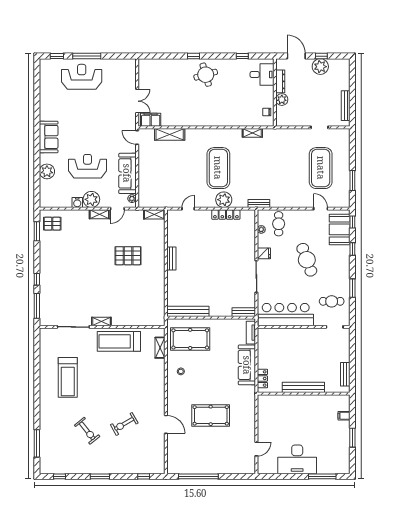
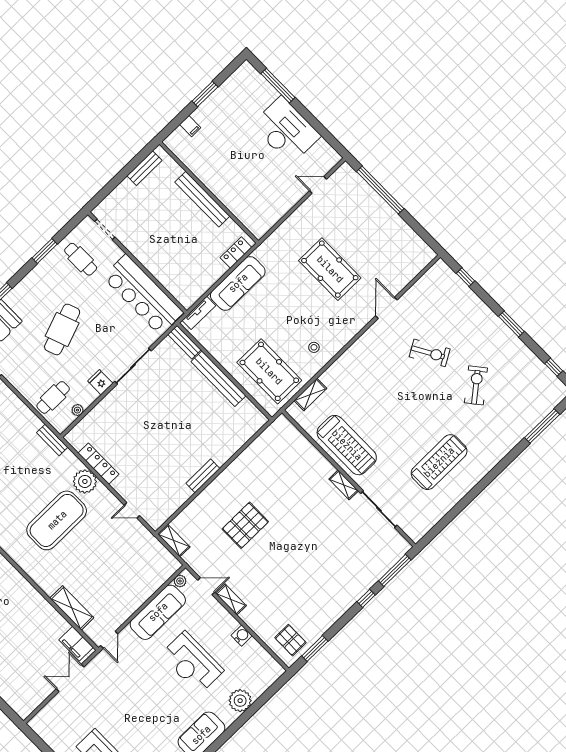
plant: (91, 199) -> (224, 624), removed
pallet: (128, 256) -> (245, 525), turned 90
bench: (188, 311) -> (218, 379), moved
window: (198, 476) -> (380, 190), moved

